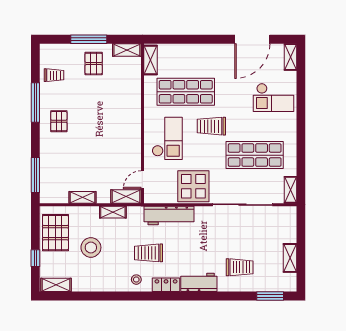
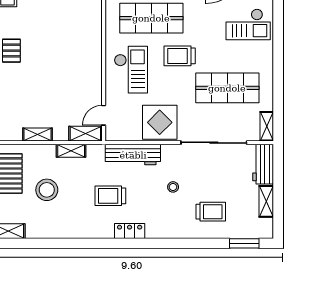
stool: (136, 280) -> (173, 187), moved
workbench: (199, 282) -> (263, 164), moved, turned -90

